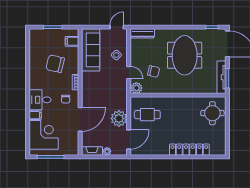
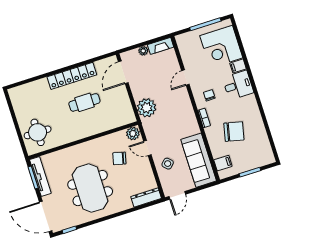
cafe table: (147, 115) -> (84, 102), moved
plant: (119, 118) -> (147, 108), moved
door: (80, 119) -> (185, 78), width x0.53
locker: (189, 150) -> (72, 76), moved

